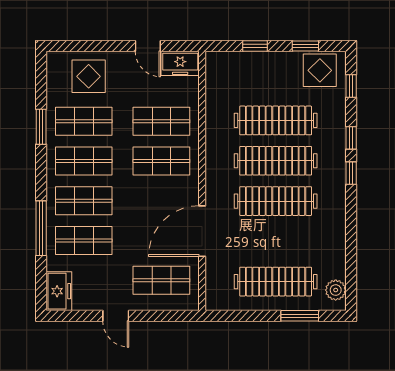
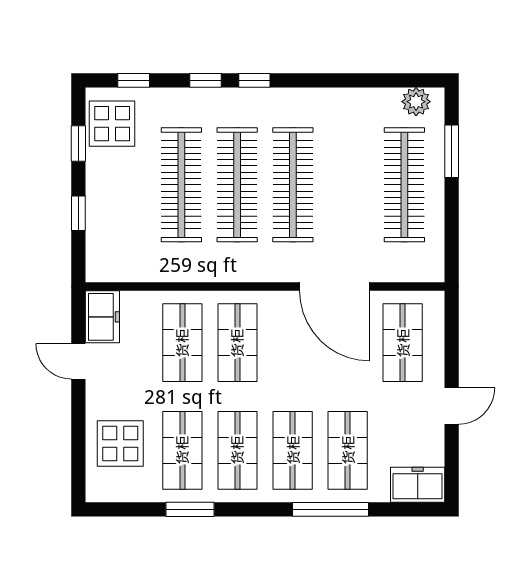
door: (148, 46) -> (78, 361), swing flipped

